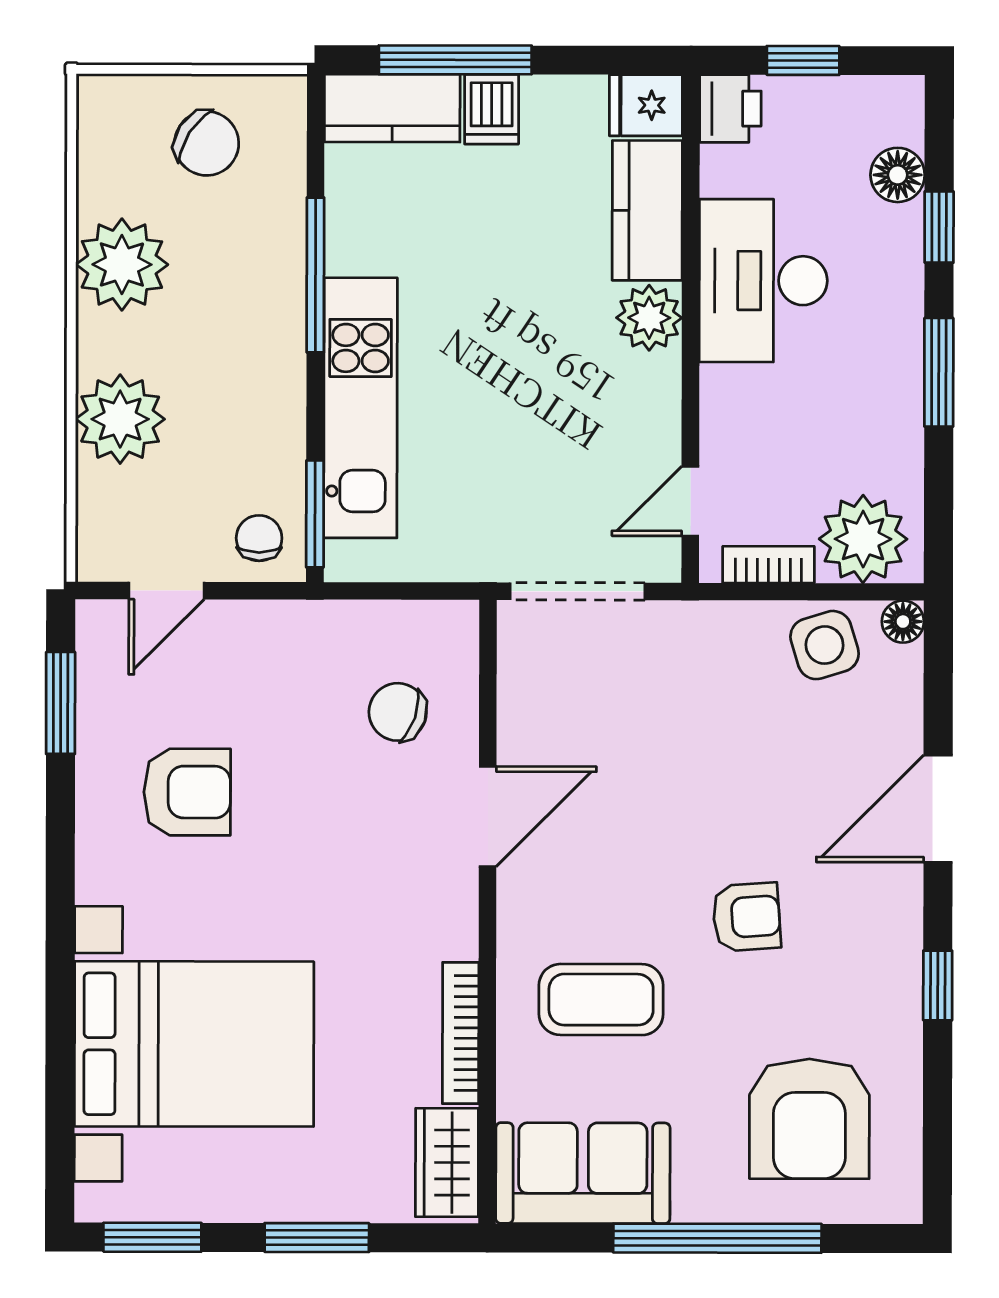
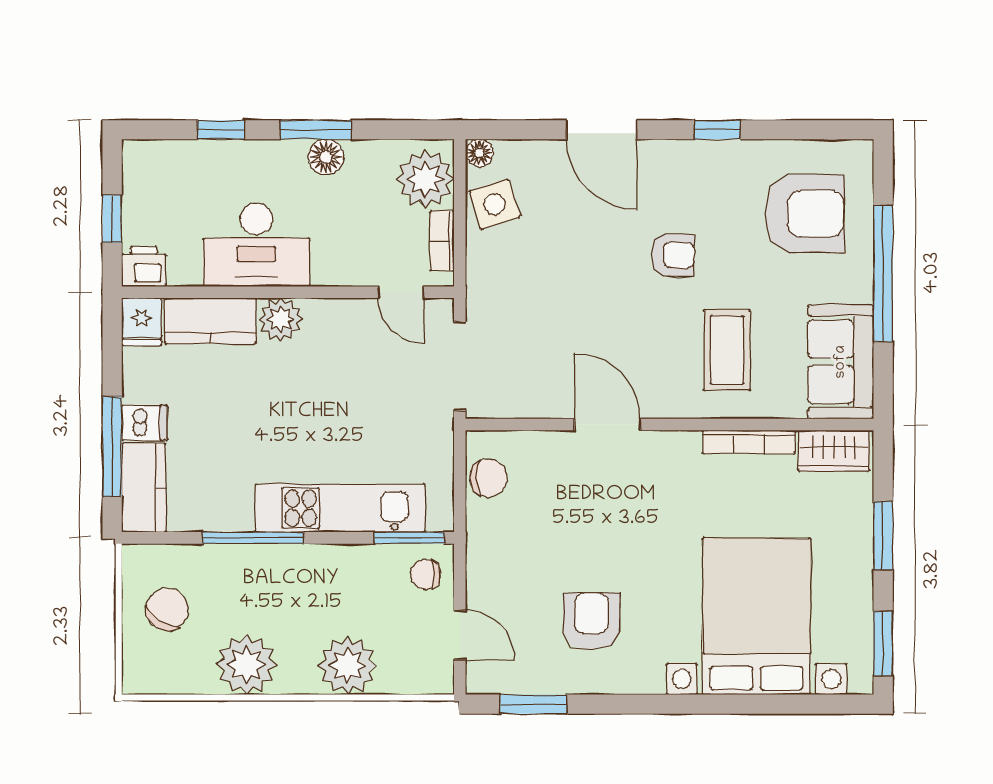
floor lamp: (898, 175) -> (326, 157), moved
chair: (398, 712) -> (488, 478), moved, turned -109
armchair: (746, 917) -> (673, 255), turned 96

